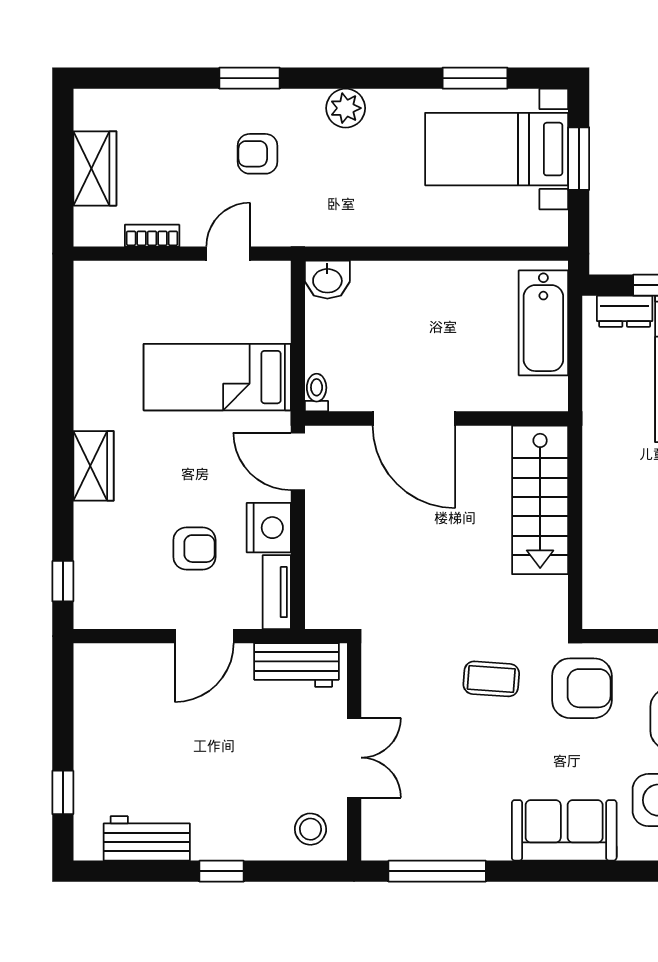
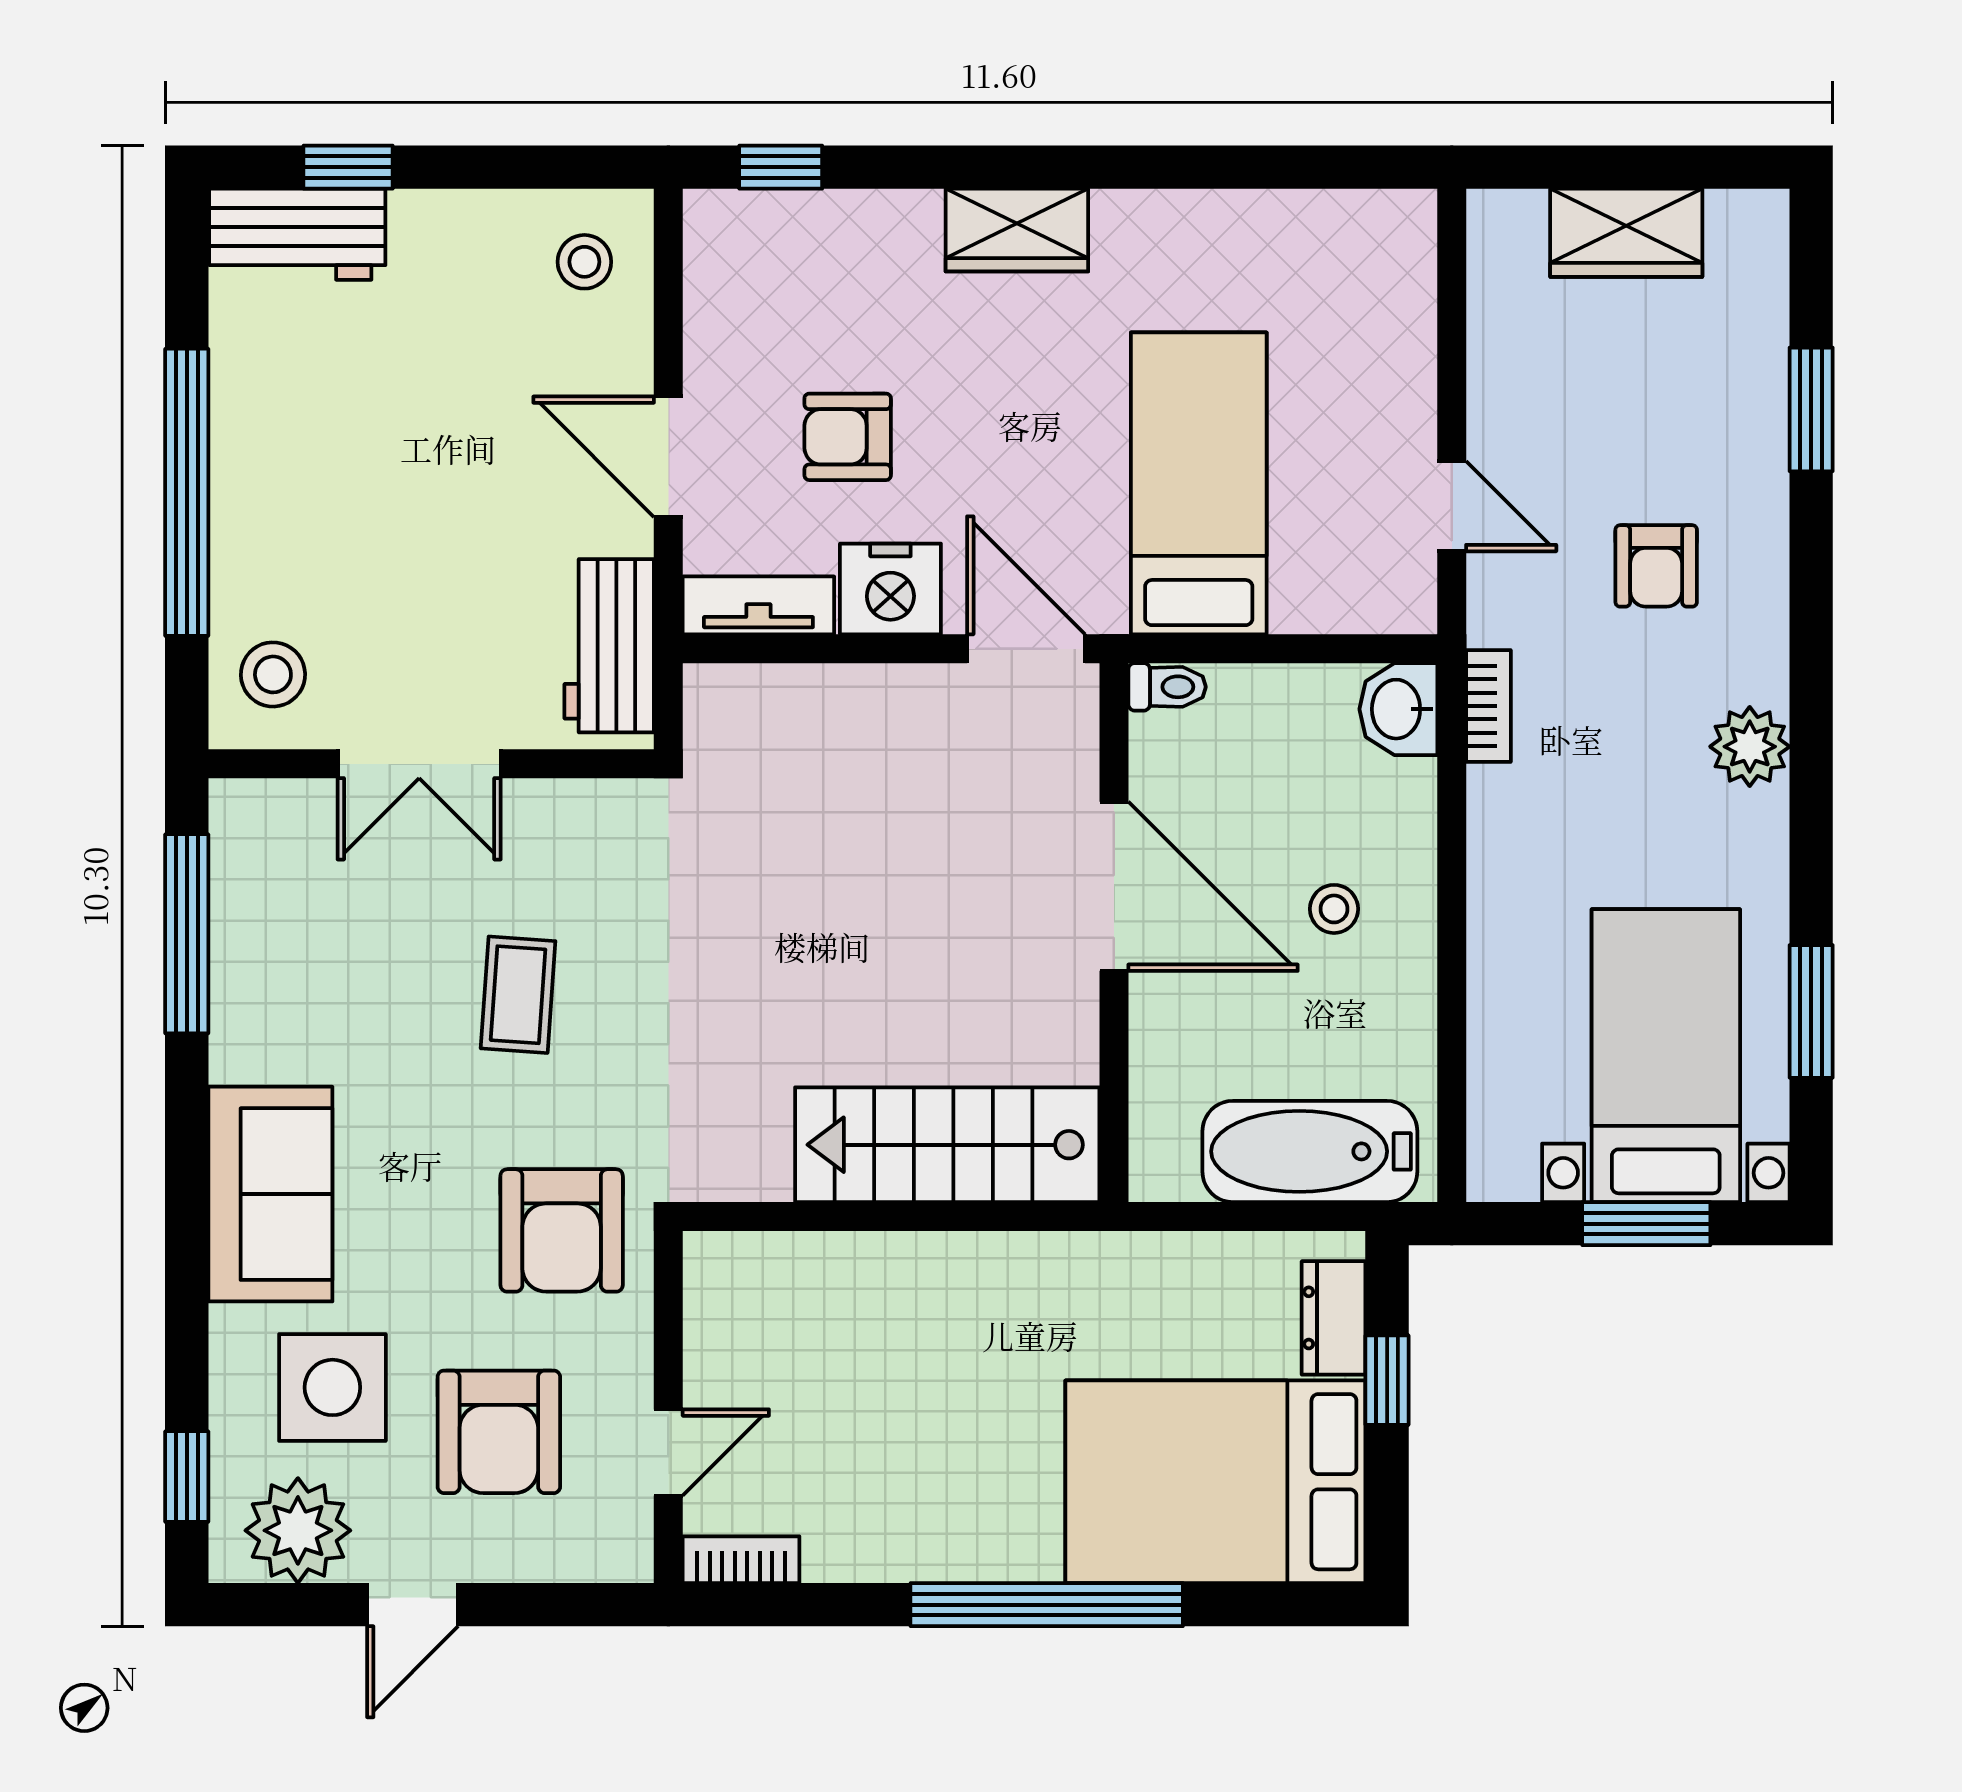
window: (249, 78) -> (1811, 409), moved
armchair: (257, 154) -> (1656, 566), turned 180
bookcase: (152, 236) -> (1488, 706), moved
stool: (425, 311) -> (1334, 909), added
door: (414, 419) -> (1114, 886), swing flipped
door: (298, 461) -> (1026, 649), hinge flipped
armchair: (194, 549) -> (848, 437), turned 90
stool: (109, 677) -> (584, 262), added
coffee table: (491, 679) -> (518, 995), moved
workbench: (147, 838) -> (297, 234), moved, turned 90
window: (222, 871) -> (187, 492), width x3.17

